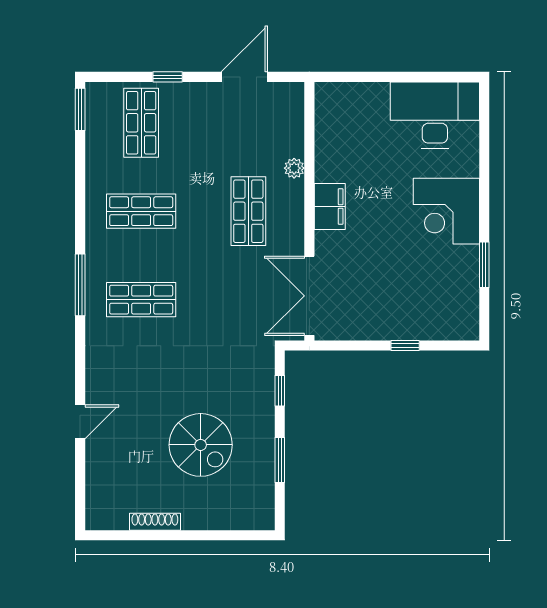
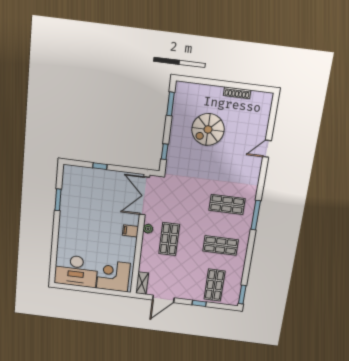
shelving: (293, 106) -> (142, 283), added
plant: (294, 168) -> (148, 229), moved
filing cabinet: (330, 206) -> (130, 231), width x0.50
corner desk: (446, 211) -> (113, 276), moved, turned -90
double door: (309, 296) -> (144, 196), swing flipped
spiral stairs: (201, 445) -> (208, 129), turned -90
window: (280, 460) -> (170, 104), moved

